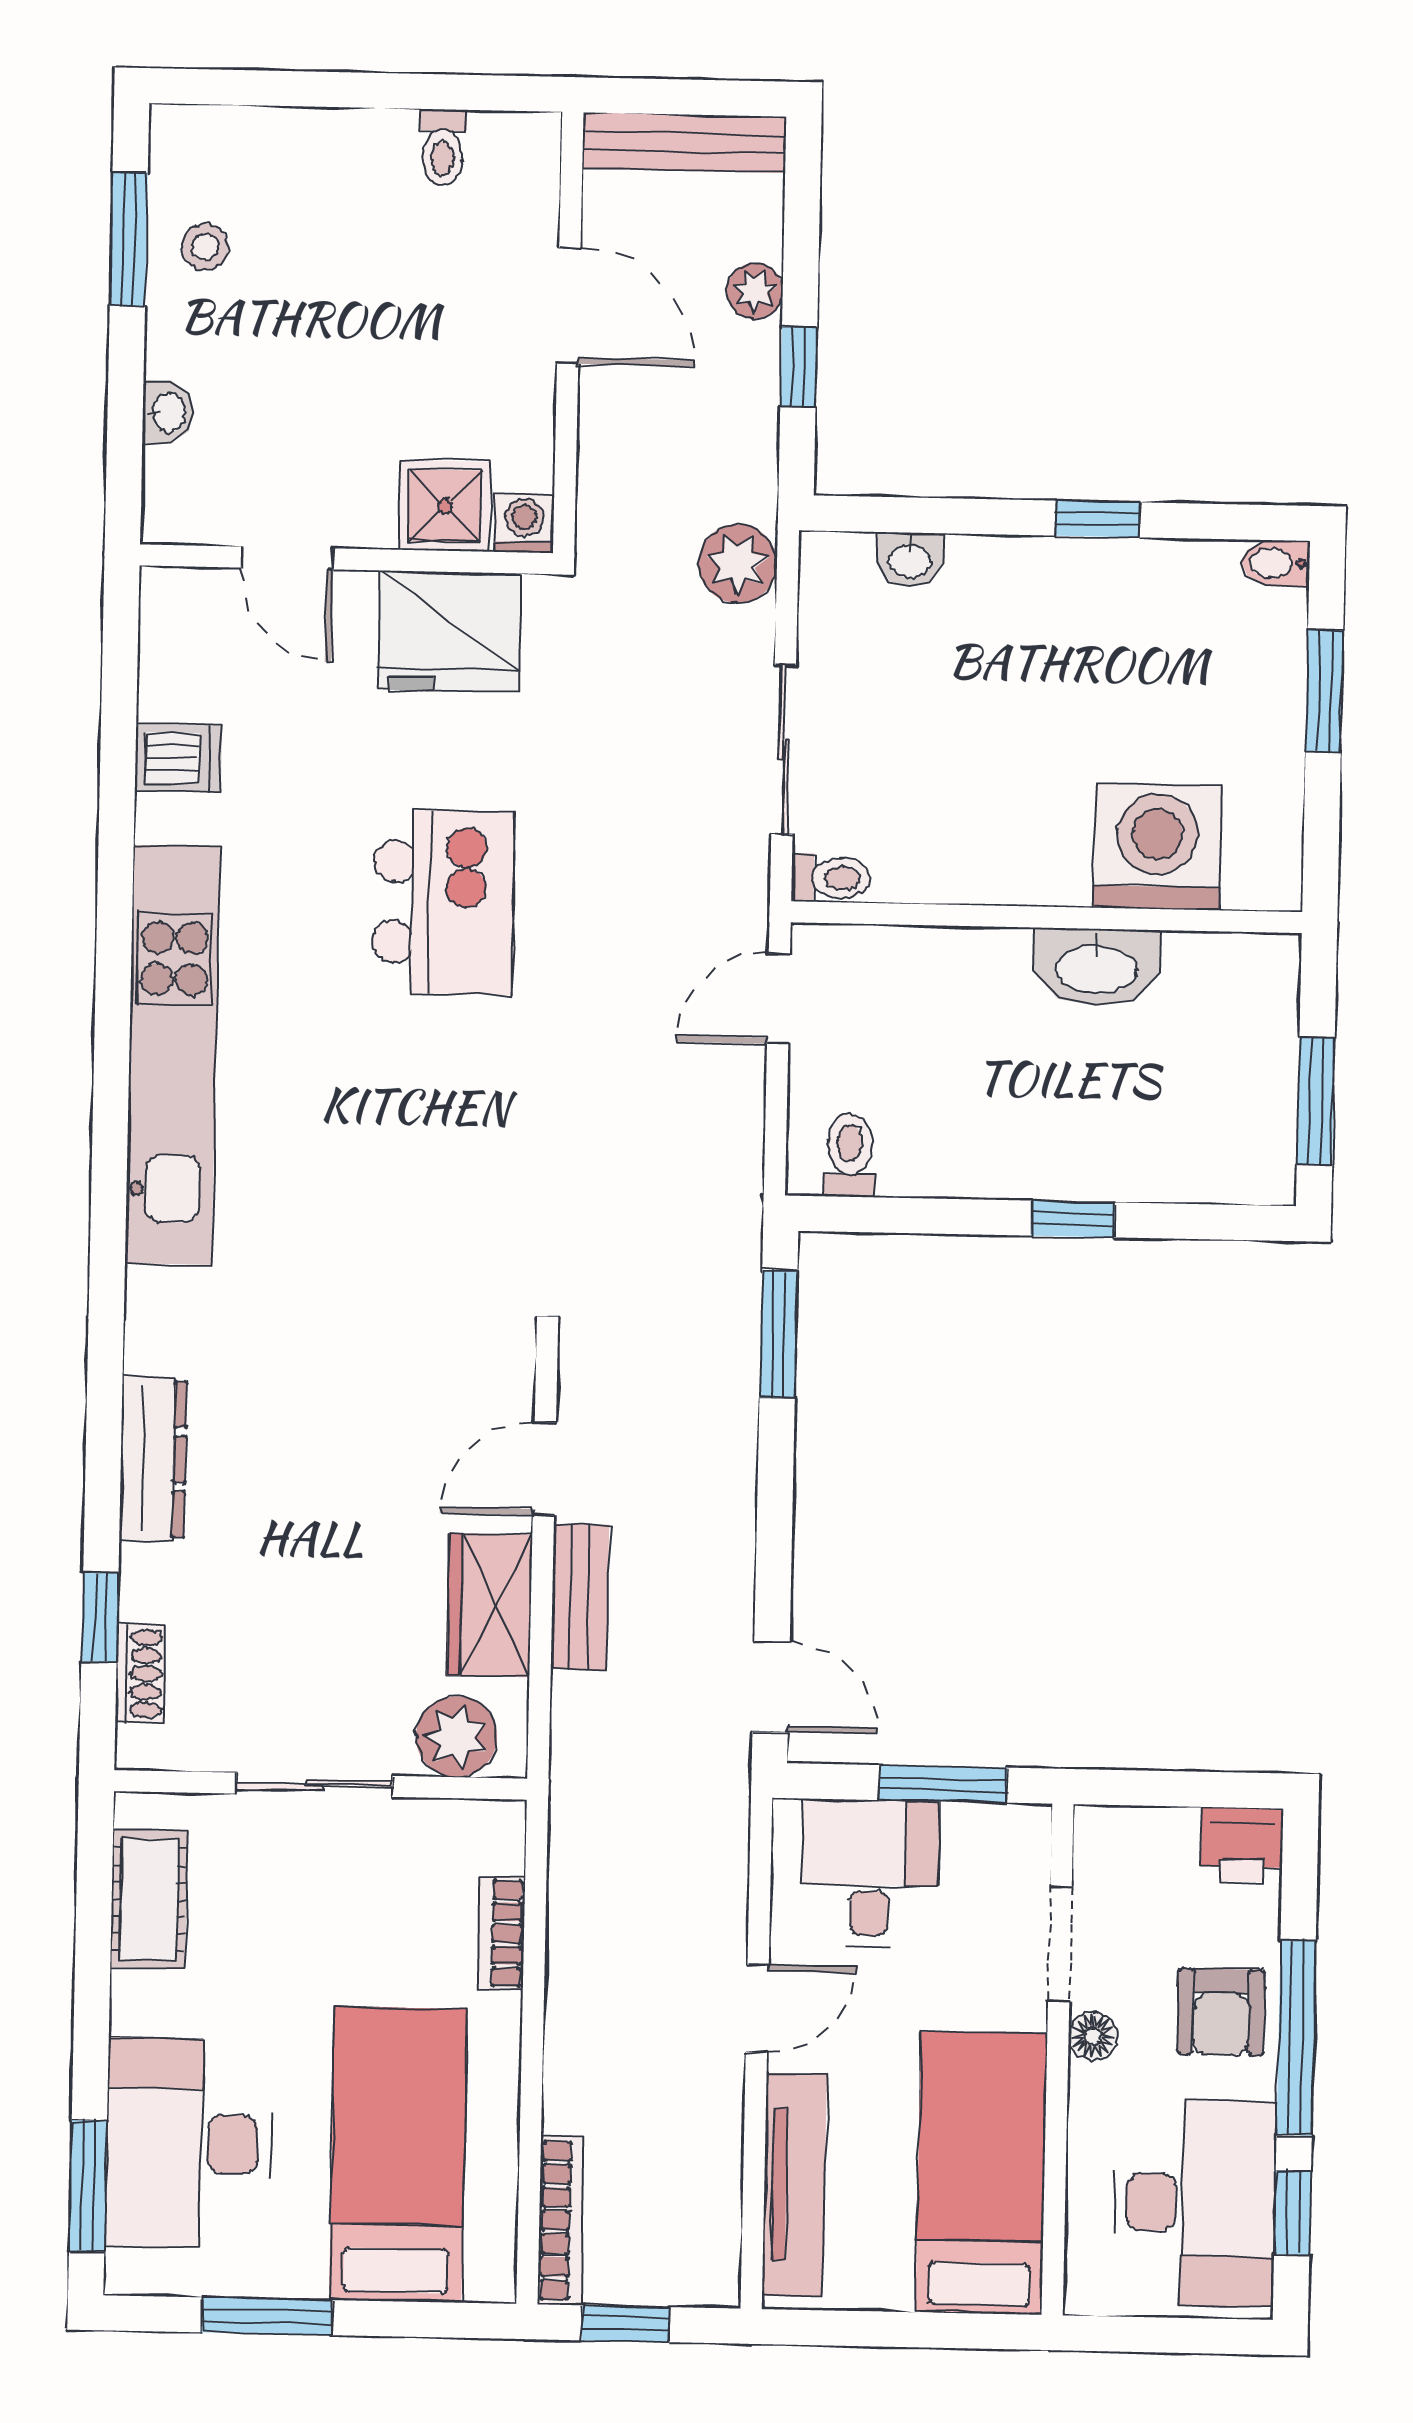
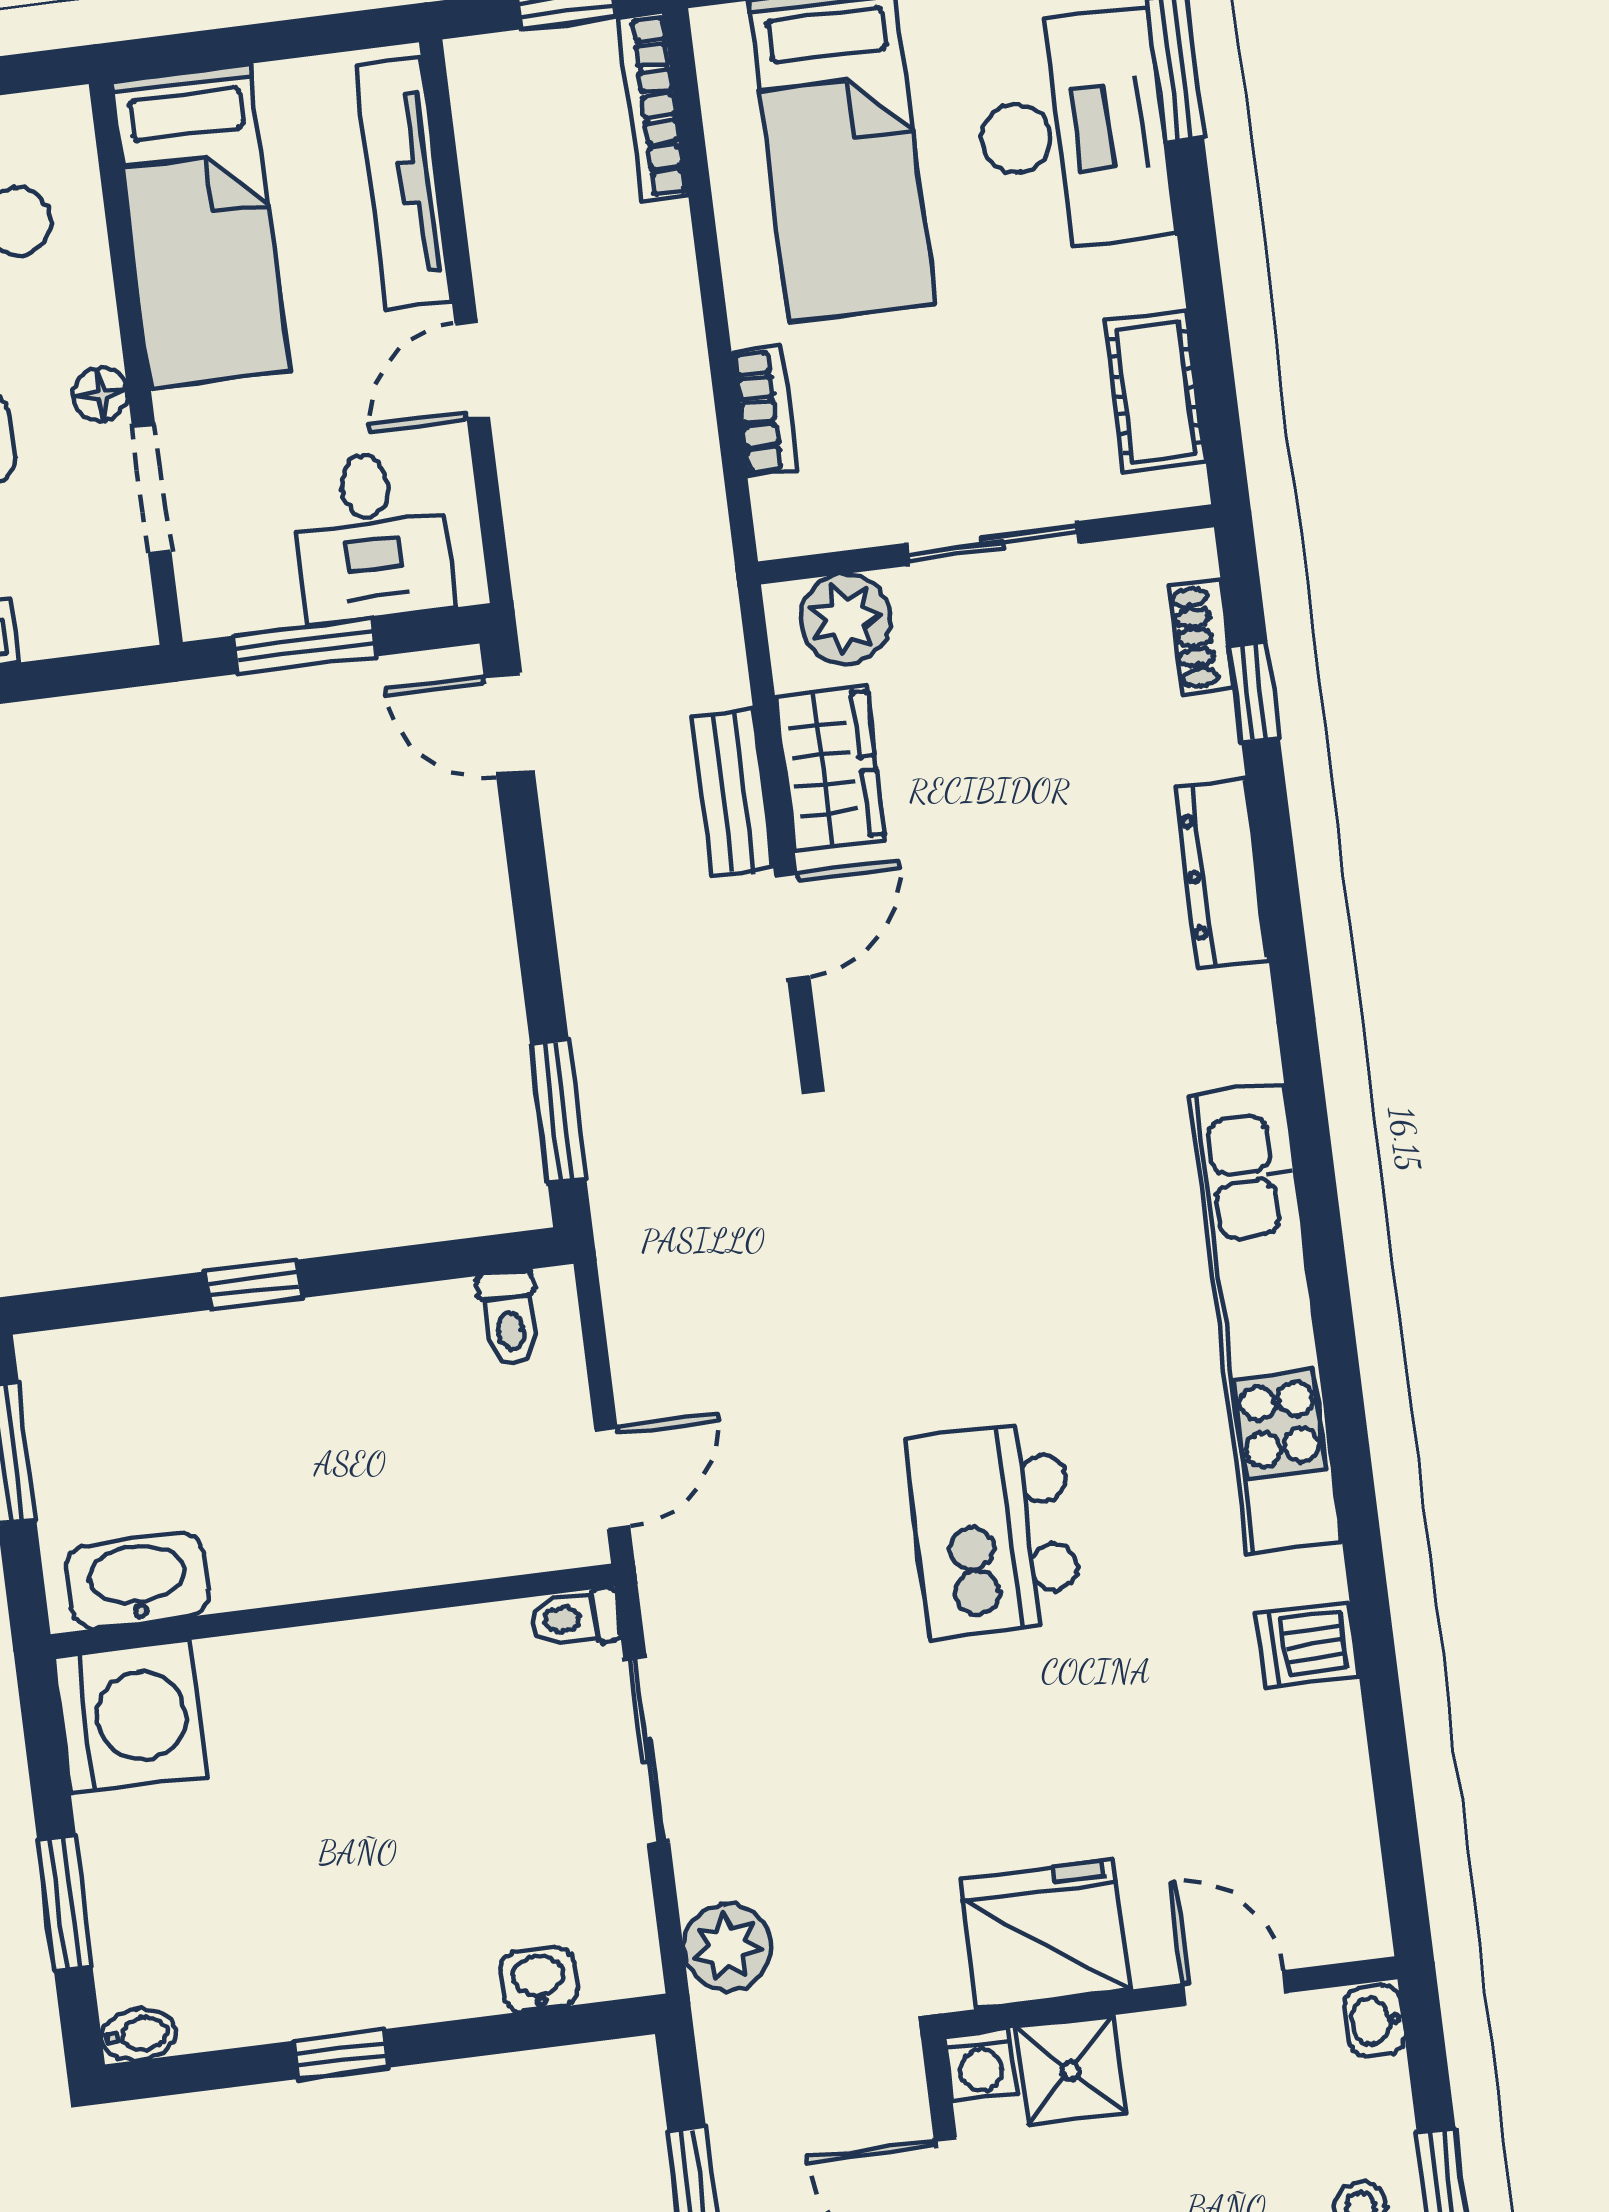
shower: (445, 506) -> (1070, 2071), moved
washing machine: (524, 523) -> (981, 2065), moved
door: (287, 558) -> (1234, 1988), moved
wall: (346, 559) -> (1169, 1996), moved
fridge: (449, 631) -> (1045, 1934), moved
washing machine: (1157, 846) -> (131, 1717), moved, turned -90
washbasin: (1096, 967) -> (137, 1580), moved

